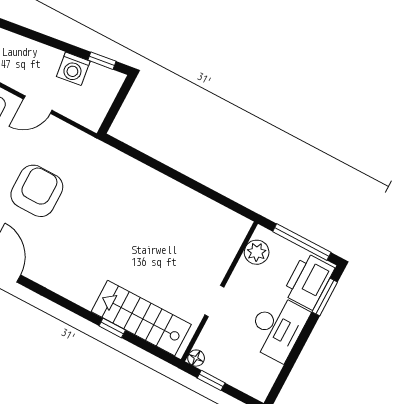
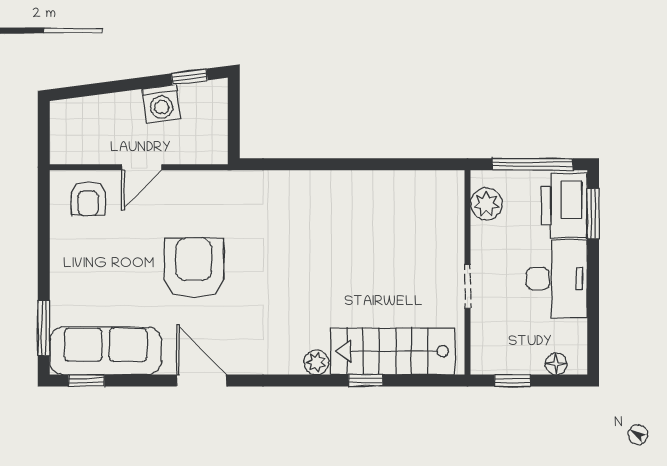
plant: (86, 298) -> (316, 362), added
floor lamp: (196, 358) -> (556, 364), moved

